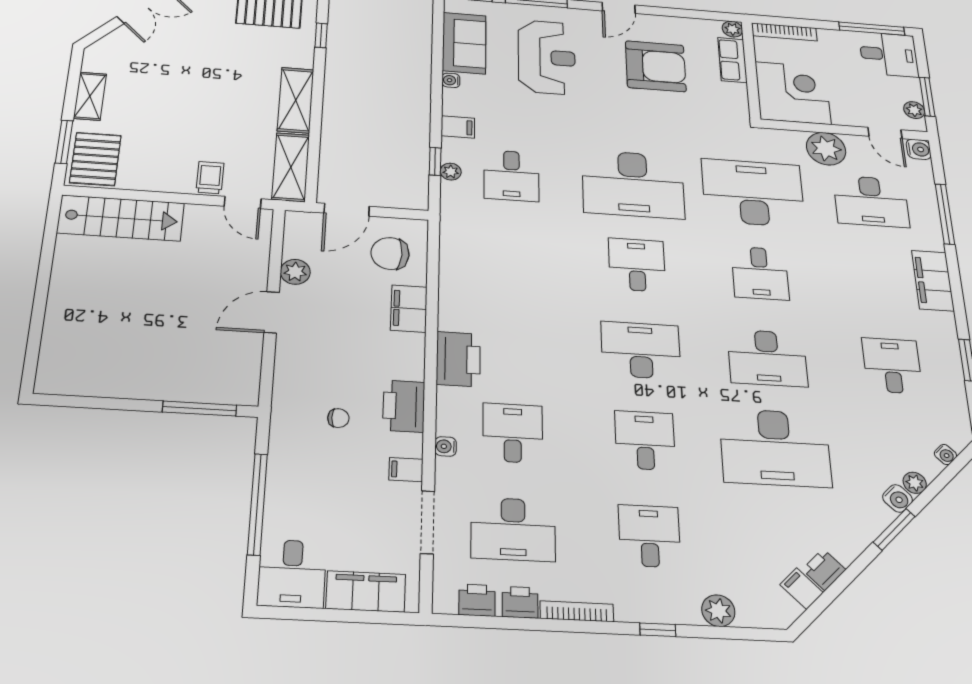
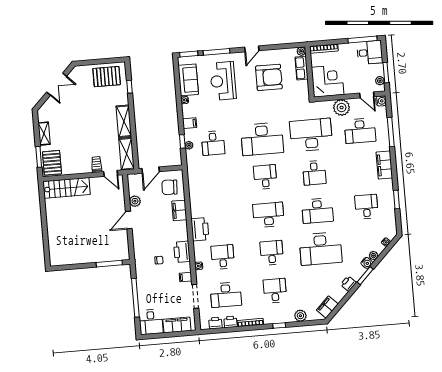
reception desk: (547, 57) -> (223, 81), turned 180
printer: (824, 570) -> (348, 284), moved
filing cabinet: (802, 589) -> (327, 307), width x2.00

